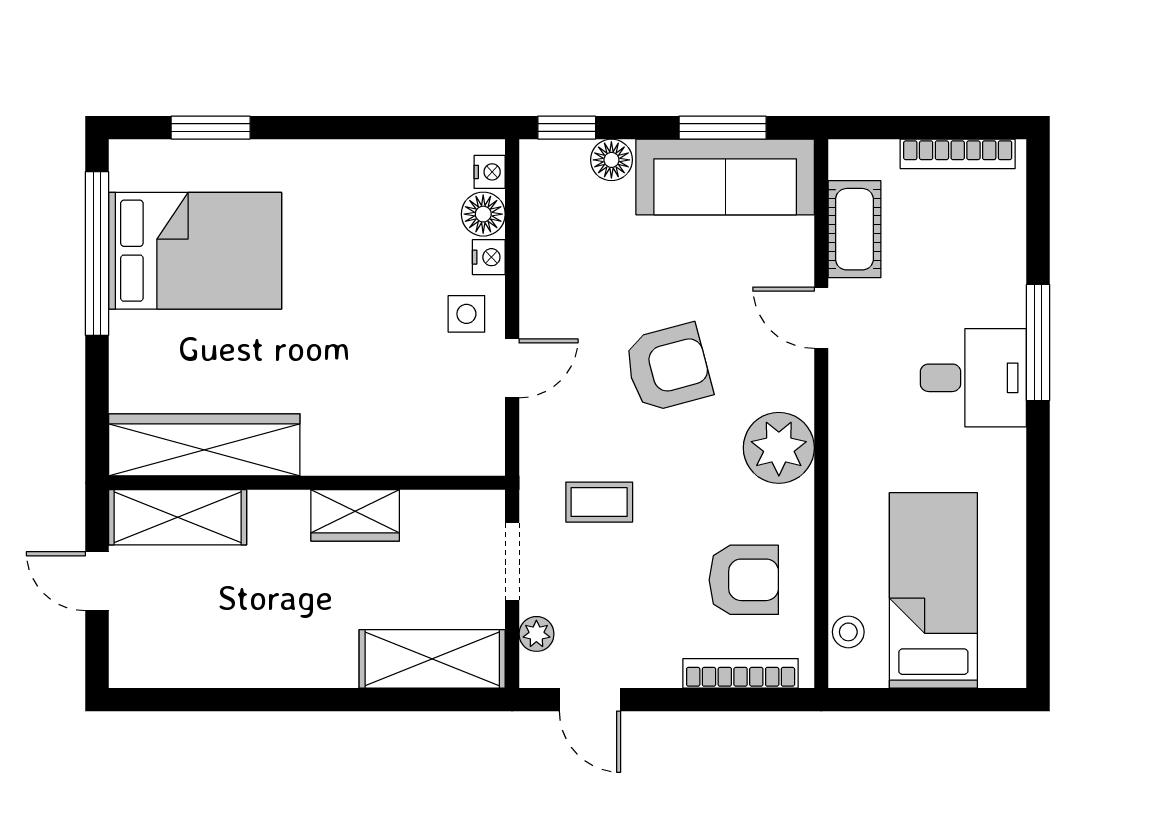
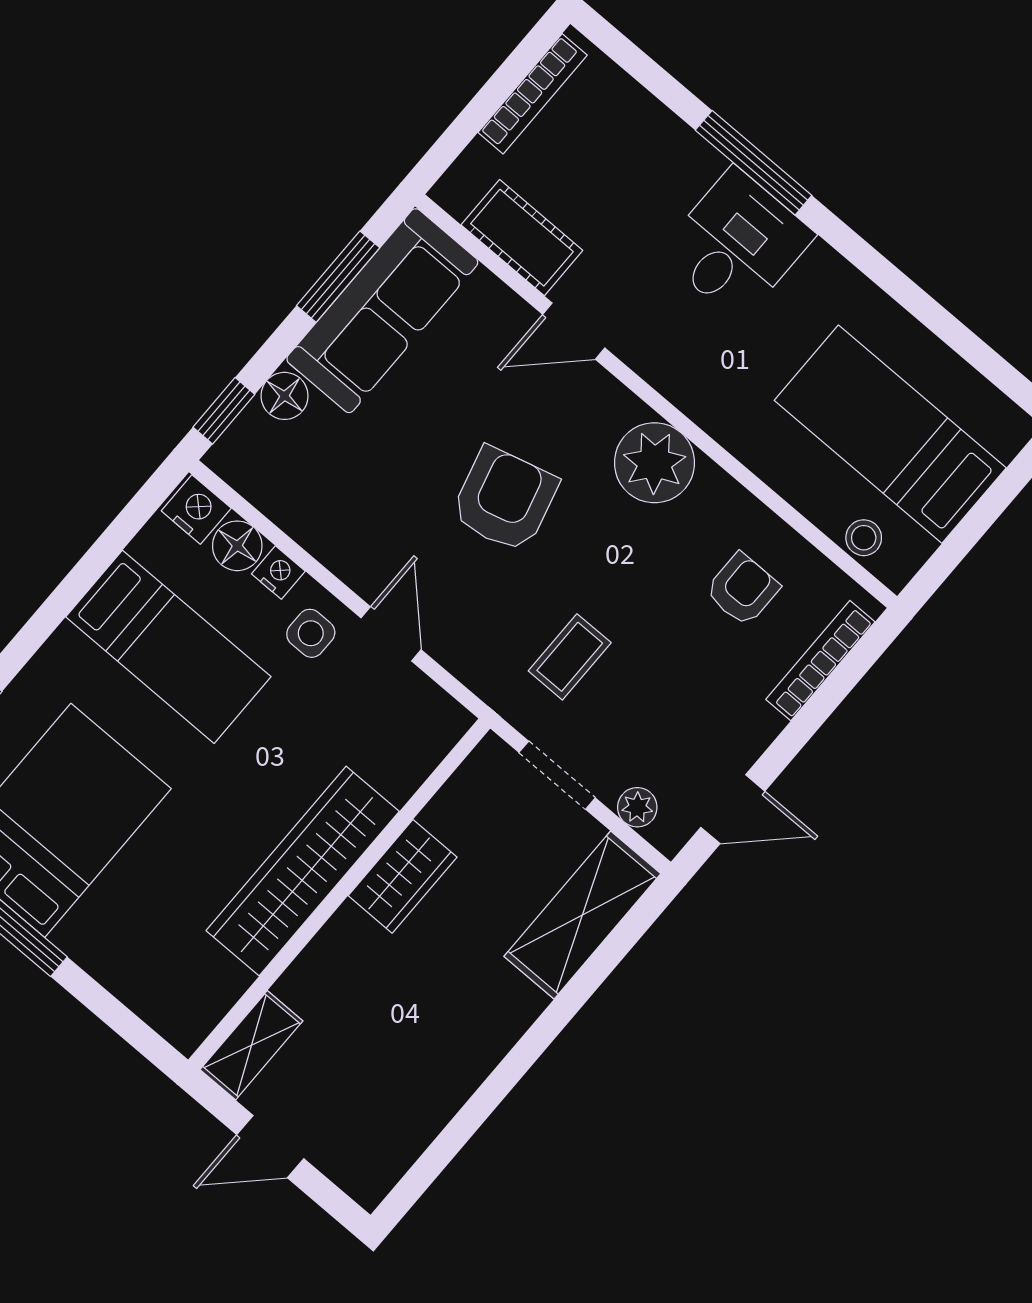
nightstand: (490, 172) -> (196, 509), width x1.39, depth x1.35
bed: (376, 226) -> (168, 647), added
wardrobe: (204, 445) -> (303, 871), moved
shelving: (178, 517) -> (251, 1045), width x0.67, depth x0.75
armchair: (744, 580) -> (742, 589), width x0.72, depth x0.72

